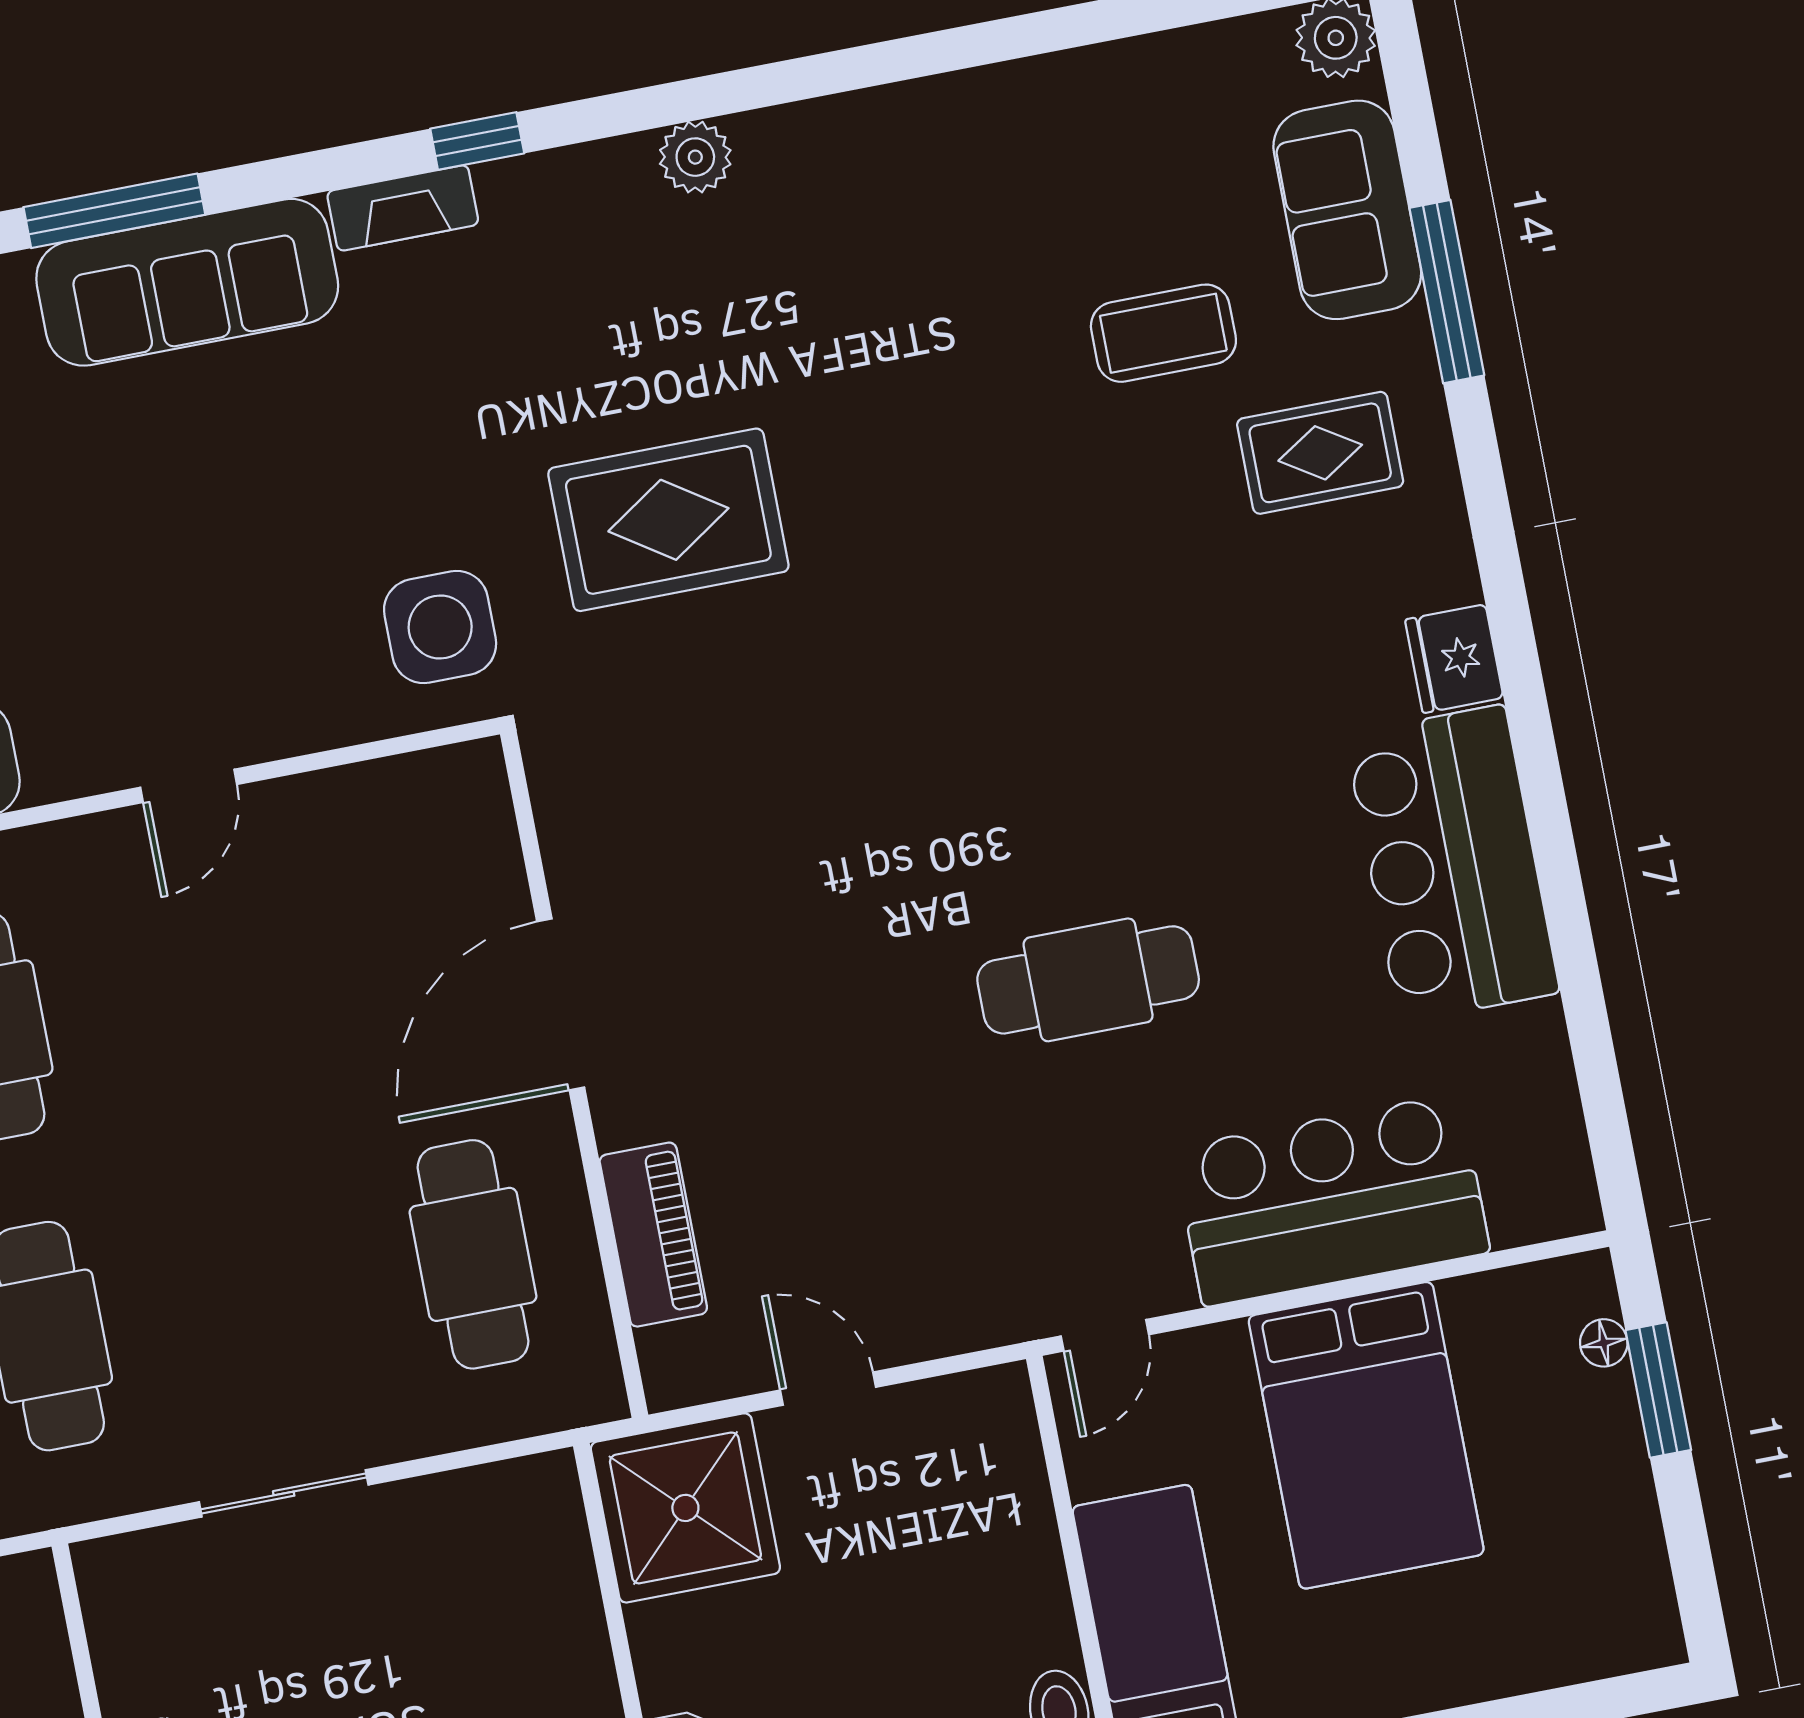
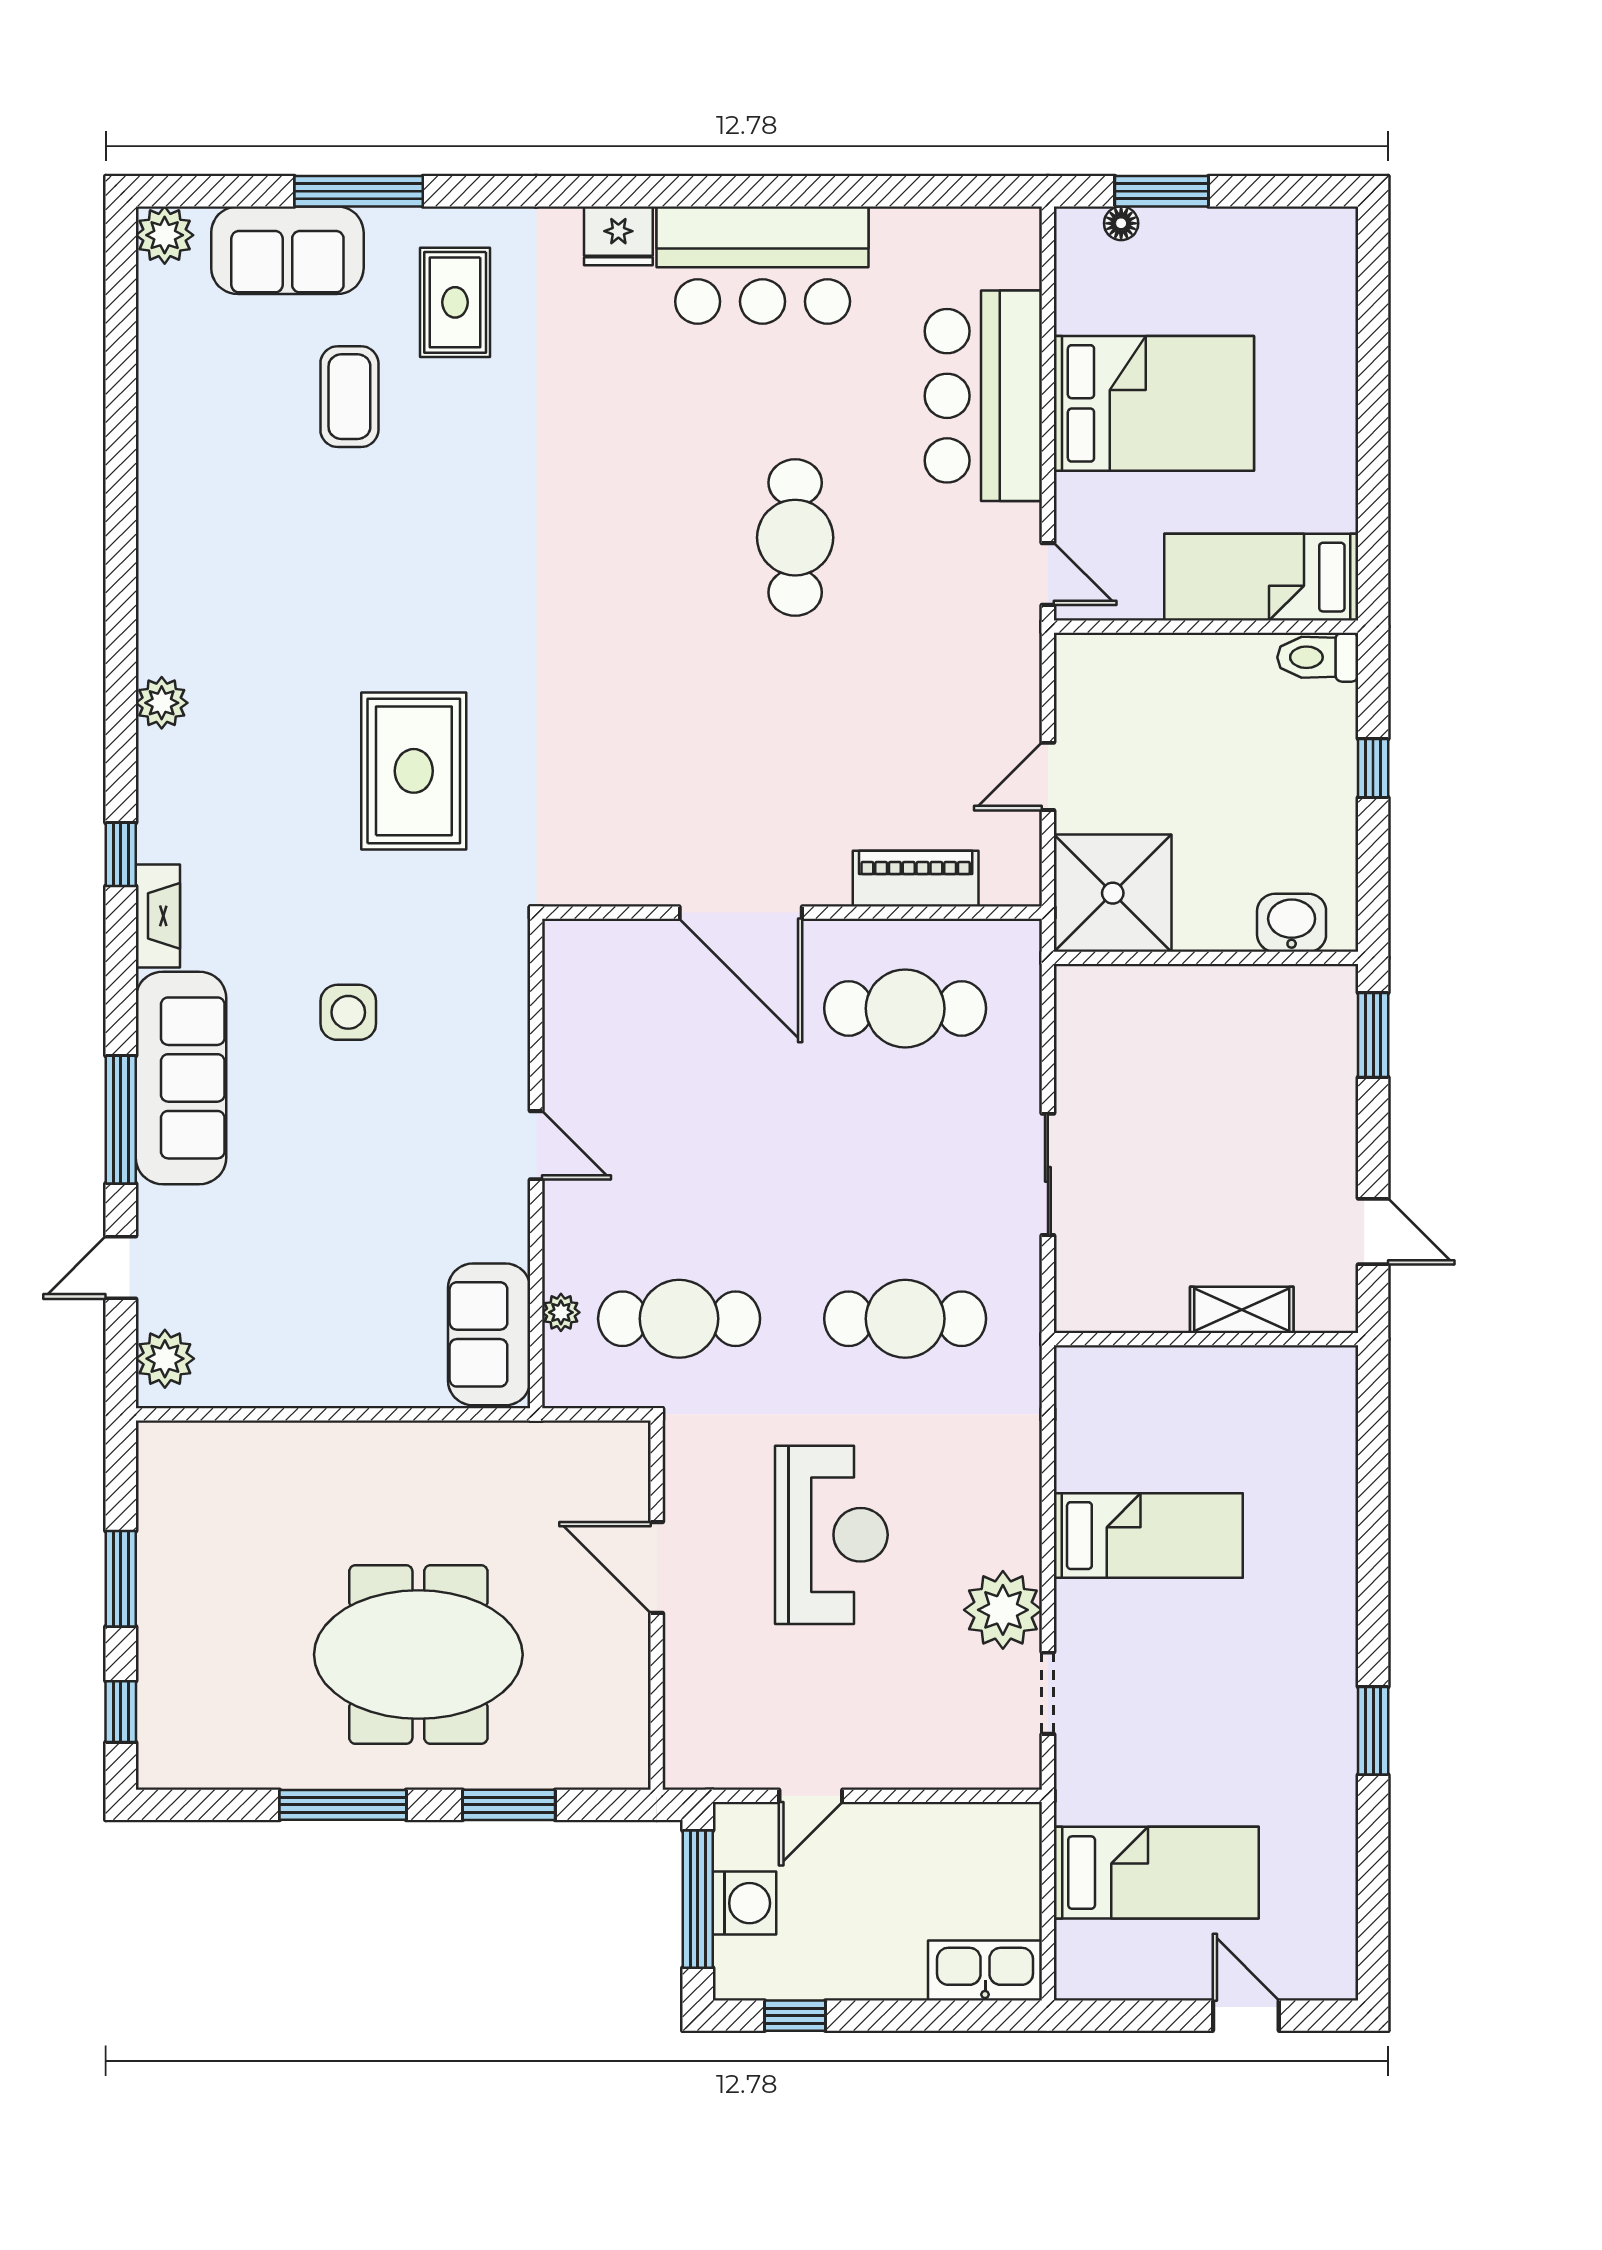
side table: (440, 627) -> (348, 1012), moved, width x0.73, depth x0.73

